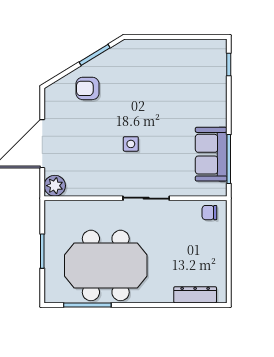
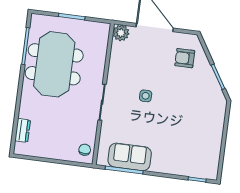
armchair: (88, 88) -> (185, 58), moved, turned -90
dresser: (195, 295) -> (23, 130), width x0.70

